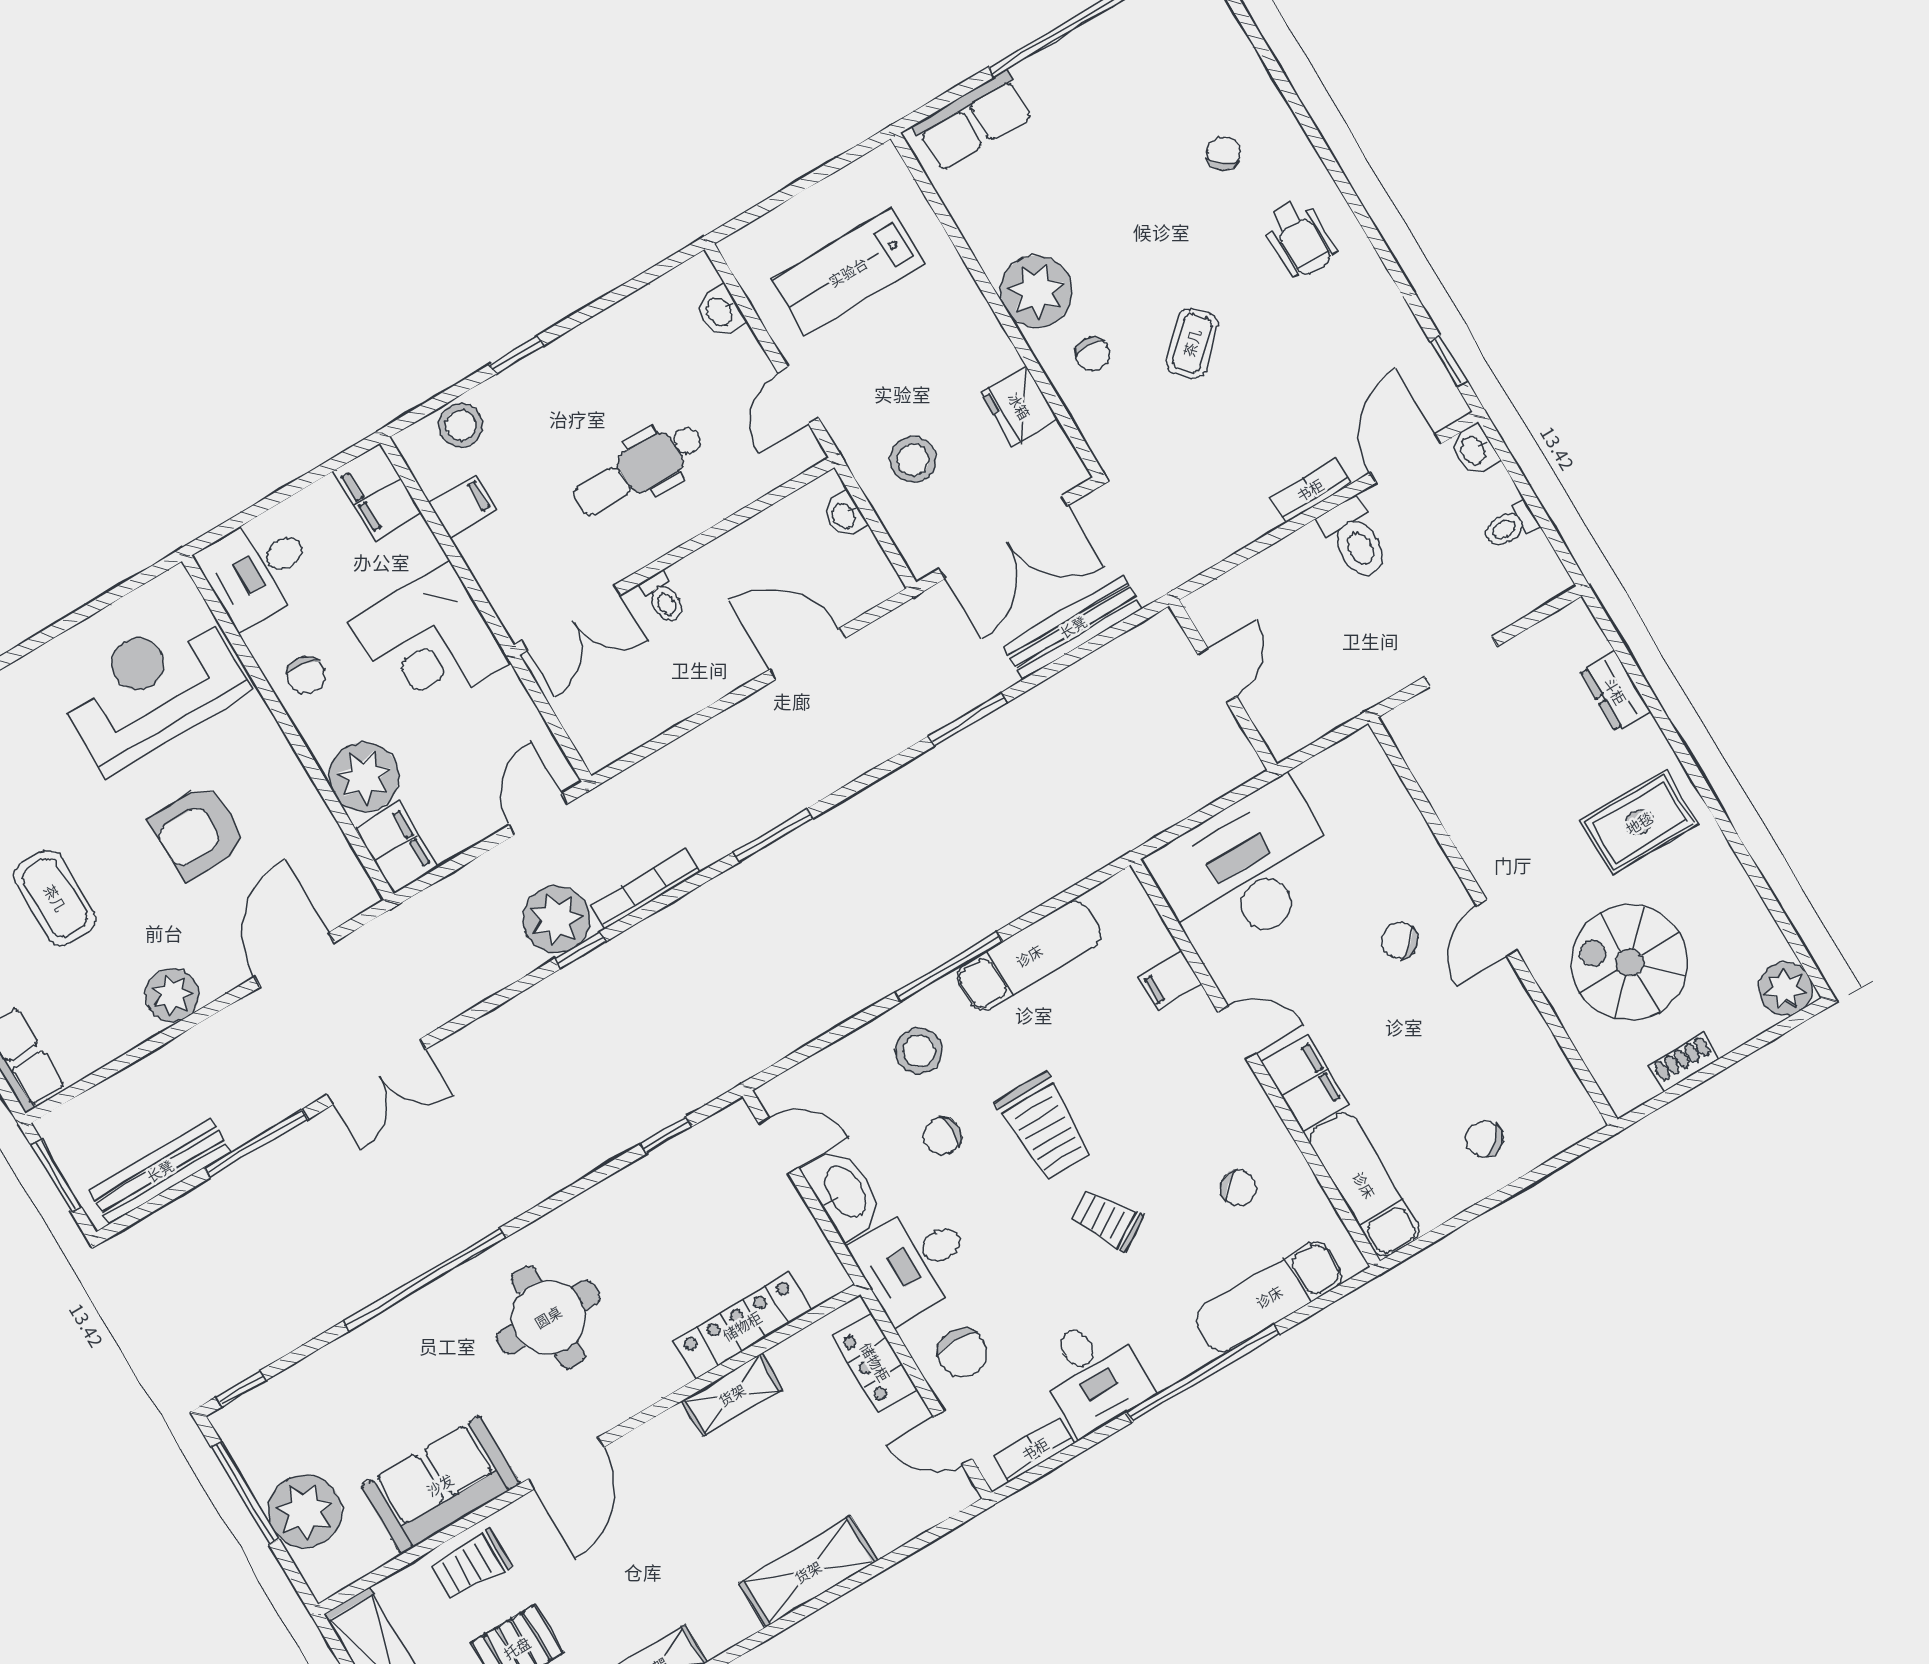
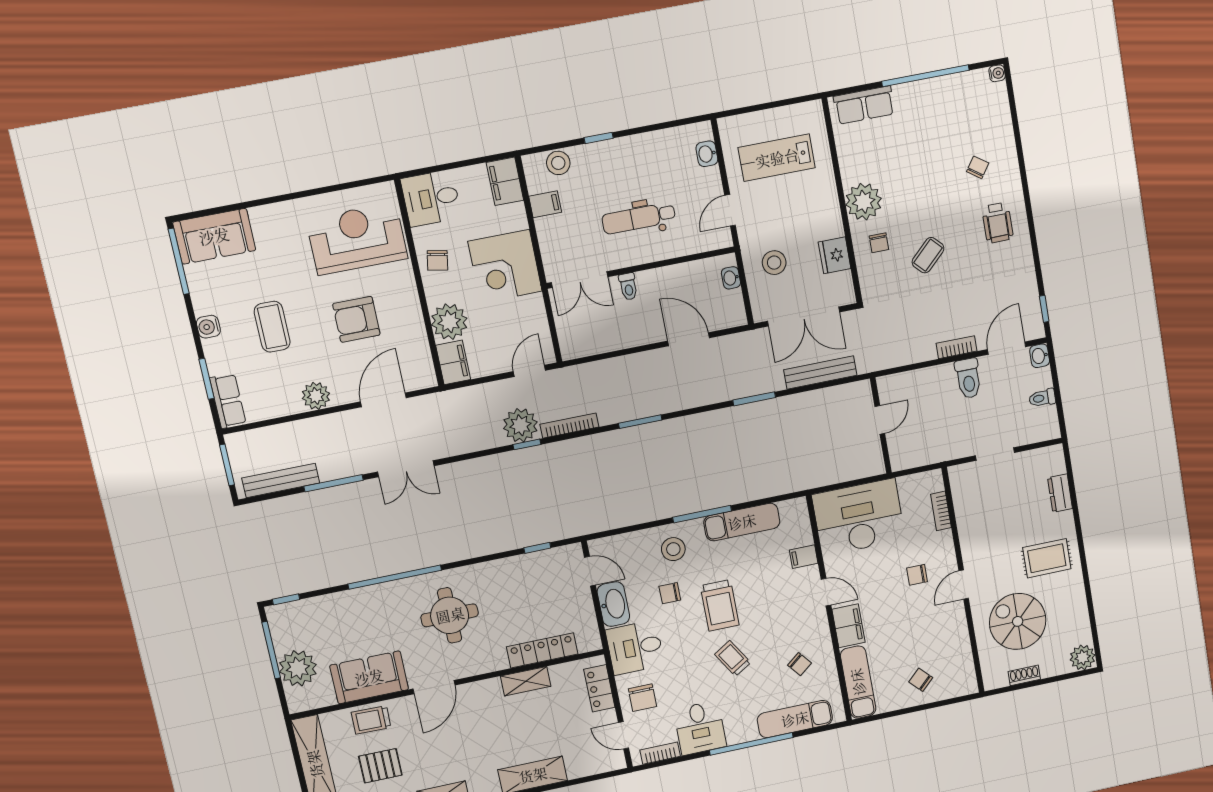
bookcase: (1399, 804) -> (941, 511), added
chair: (1399, 940) -> (917, 575), turned -50

